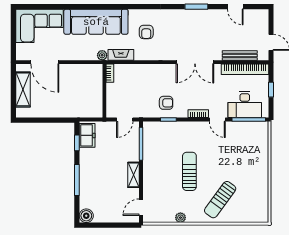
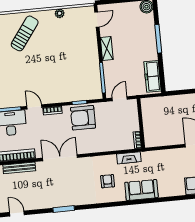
door: (235, 7) -> (17, 213), moved
sofa: (96, 22) -> (141, 190), width x0.54, depth x0.79
plant: (102, 55) -> (146, 156), removed
armchair: (166, 103) -> (83, 118), width x1.88, depth x1.88
freezer: (87, 135) -> (152, 76), width x1.40
window: (77, 143) -> (162, 73), removed
sun lounger: (189, 171) -> (55, 57), removed

